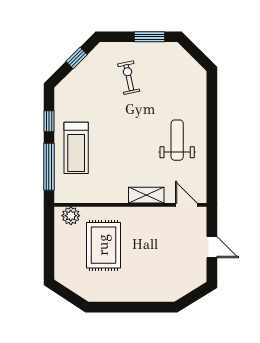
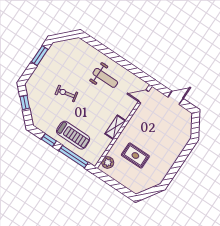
exercise bike: (129, 78) -> (66, 93), moved
weight bench: (177, 140) -> (105, 78), turned 180
shelving: (146, 195) -> (115, 127), moved
rug: (103, 245) -> (135, 156), width x0.73, depth x0.70

